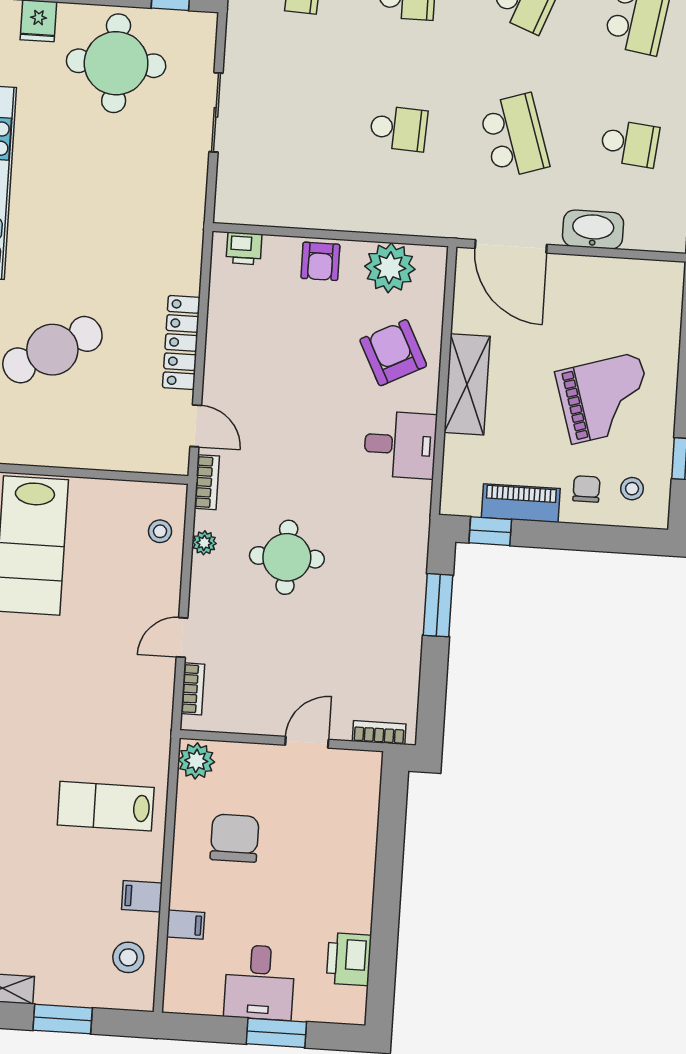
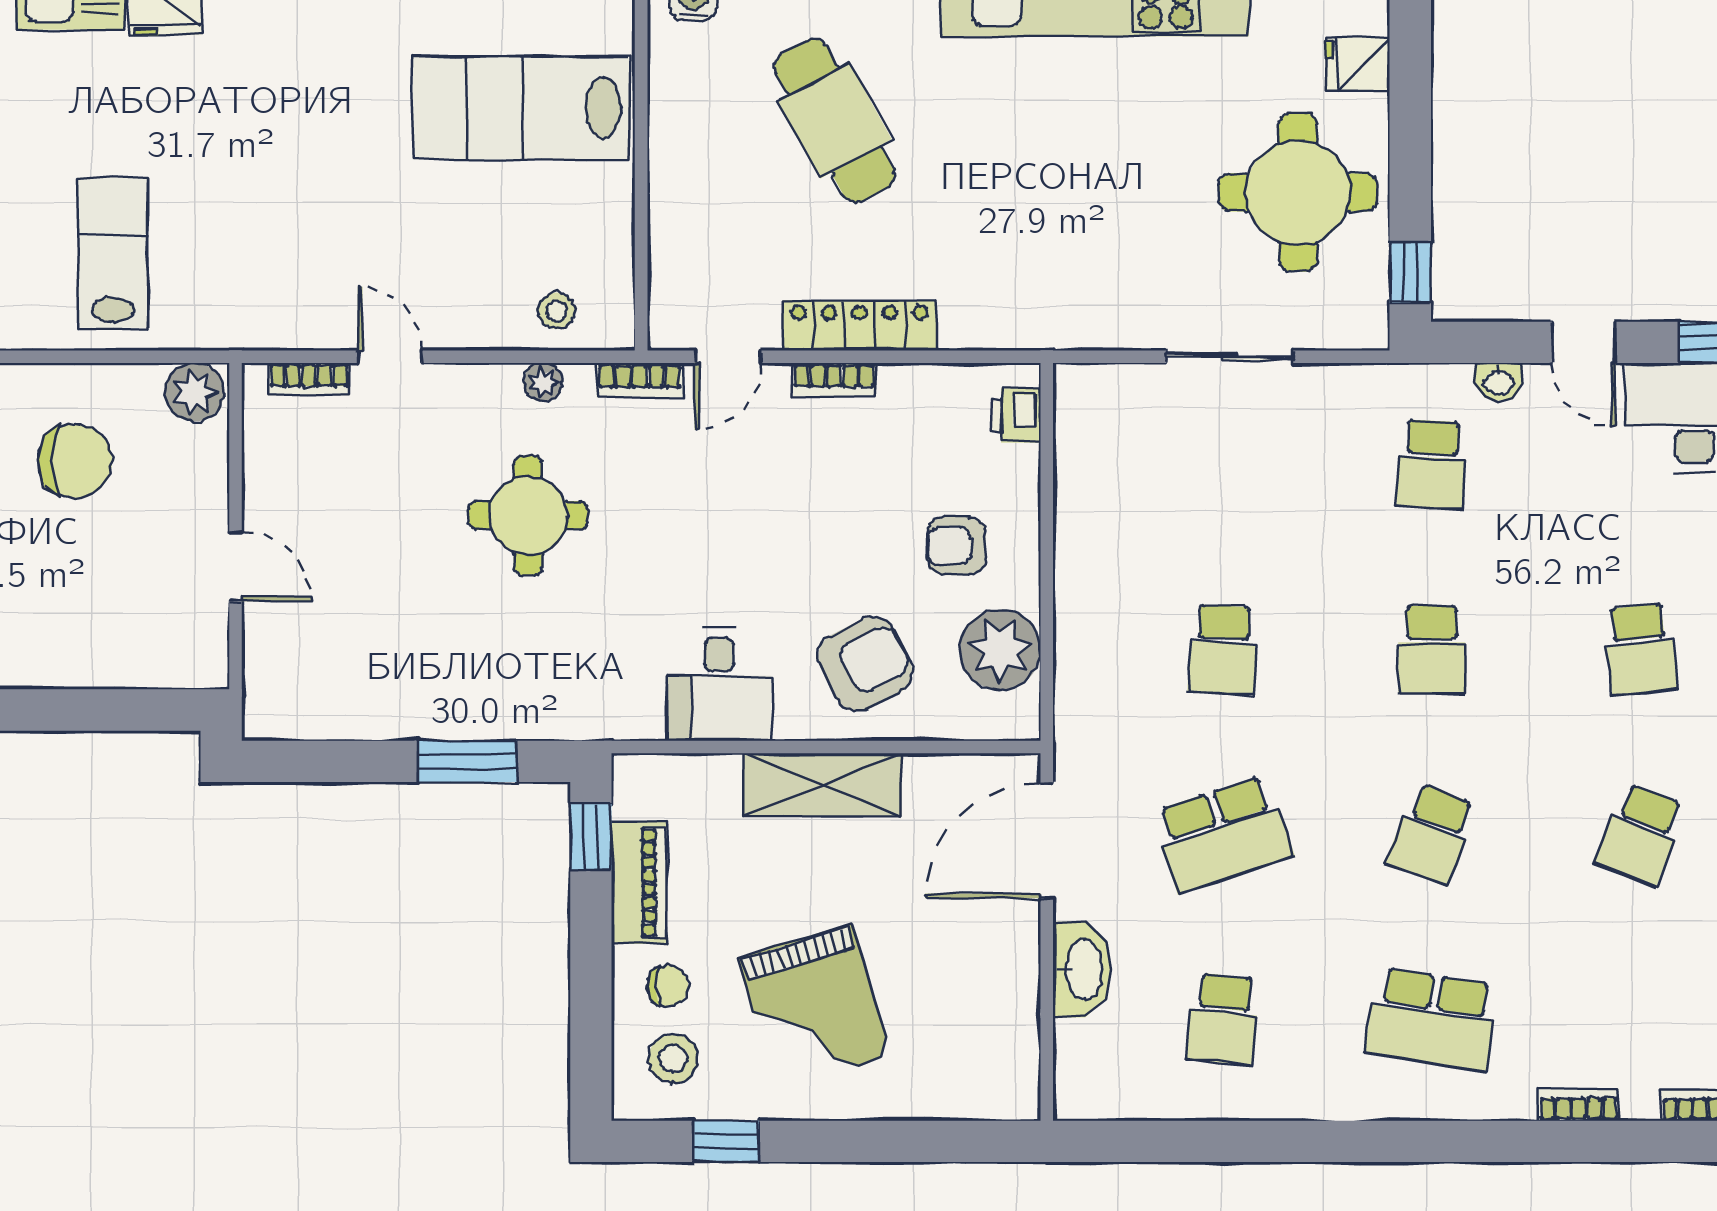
armchair: (320, 261) -> (956, 546), moved
stool: (632, 489) -> (673, 1058), width x1.37, depth x1.37
bookcase: (379, 733) -> (834, 380), moved, turned 90

